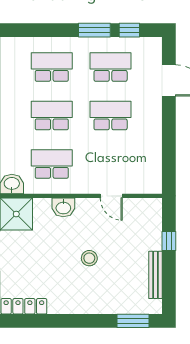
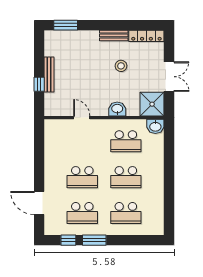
stool: (89, 258) -> (121, 66), moved
bench: (156, 275) -> (49, 74), moved
bench: (68, 307) -> (114, 35), added

